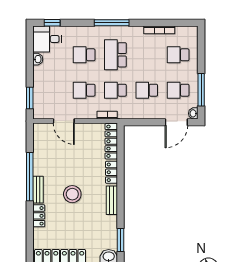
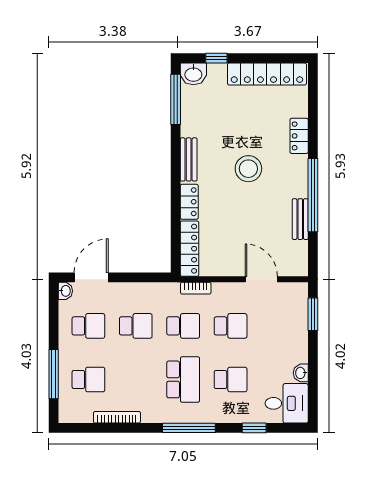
window: (52, 23) -> (254, 428), moved
window: (201, 90) -> (54, 374), moved
bench: (38, 190) -> (300, 219), moved
window: (120, 240) -> (176, 99), width x1.44

